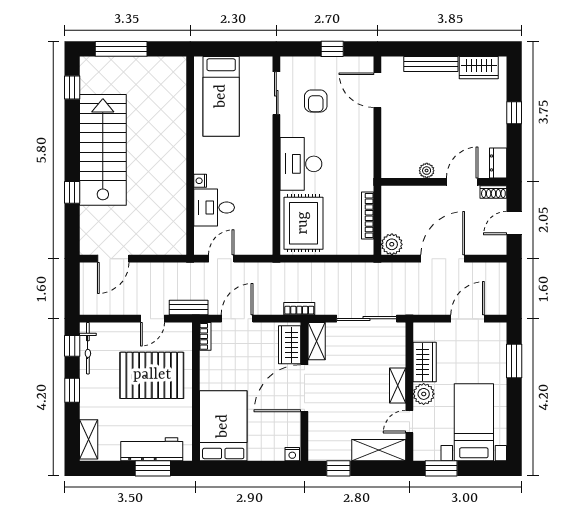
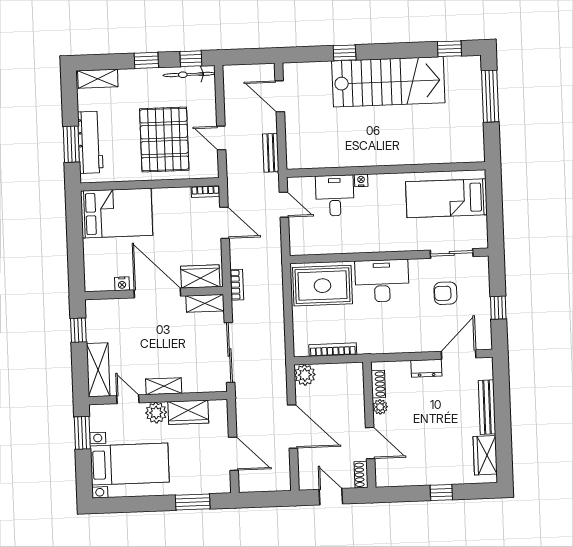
dresser: (498, 163) -> (426, 368), moved, turned 180
shoe rack: (404, 171) -> (378, 384), added
bench: (189, 307) -> (271, 153), moved
nightstand: (292, 454) -> (122, 284), moved, turned -90

